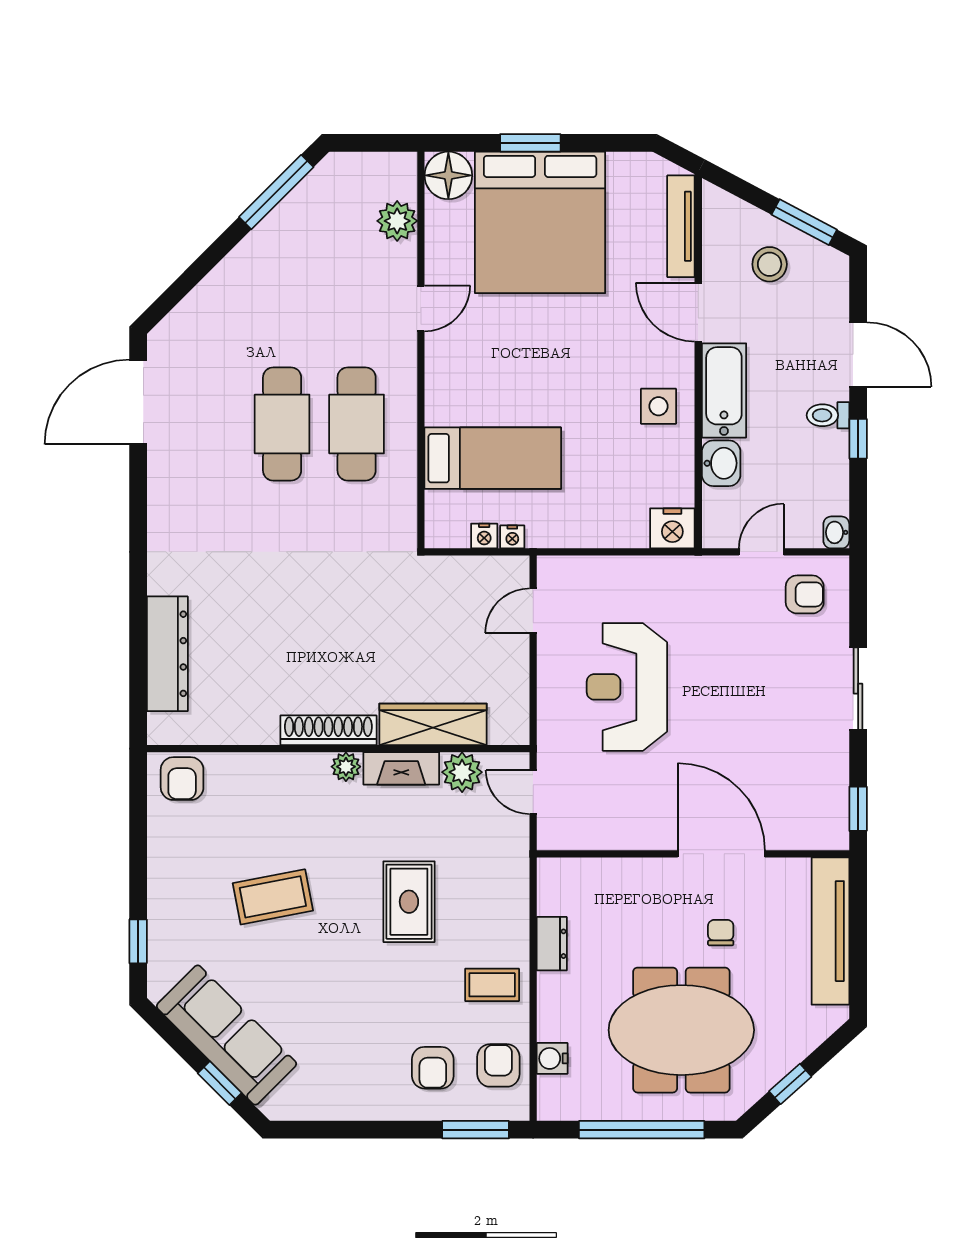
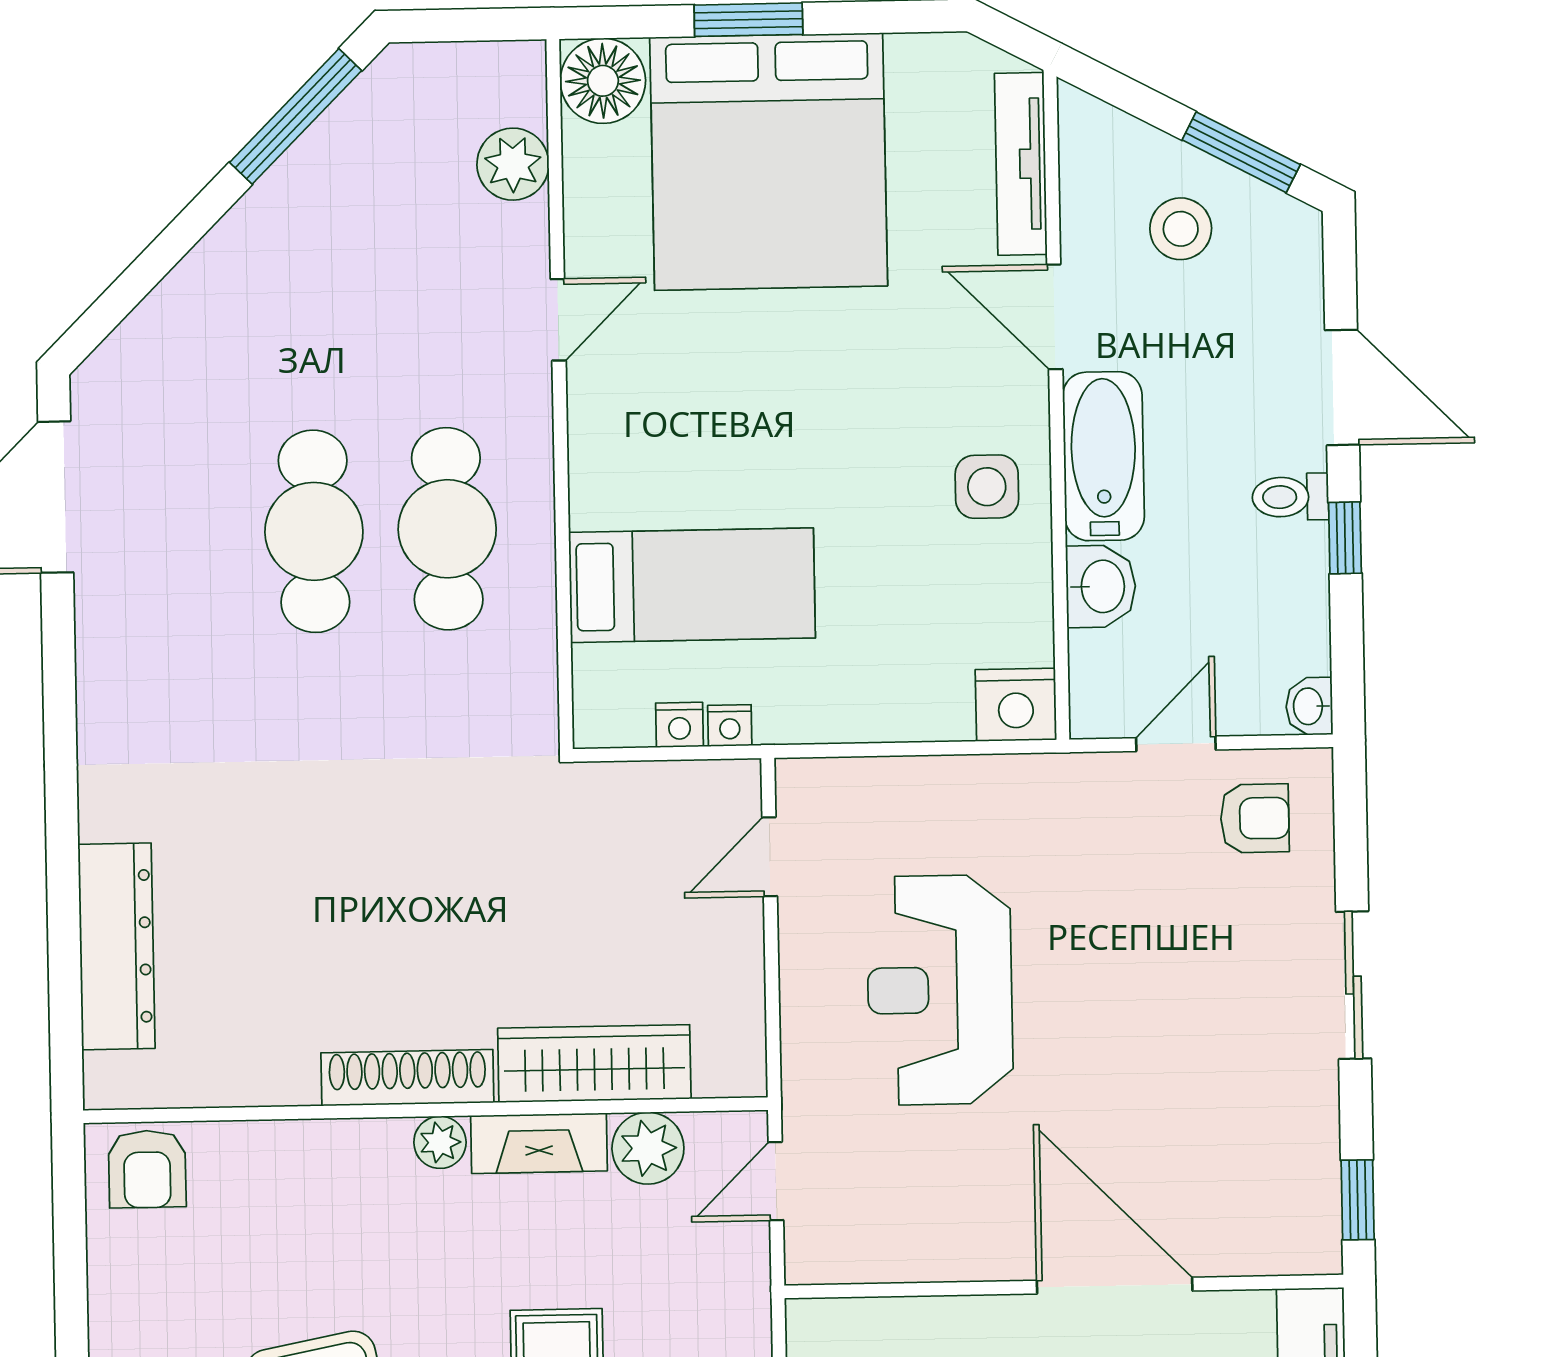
door: (533, 792) -> (776, 1181), hinge flipped

